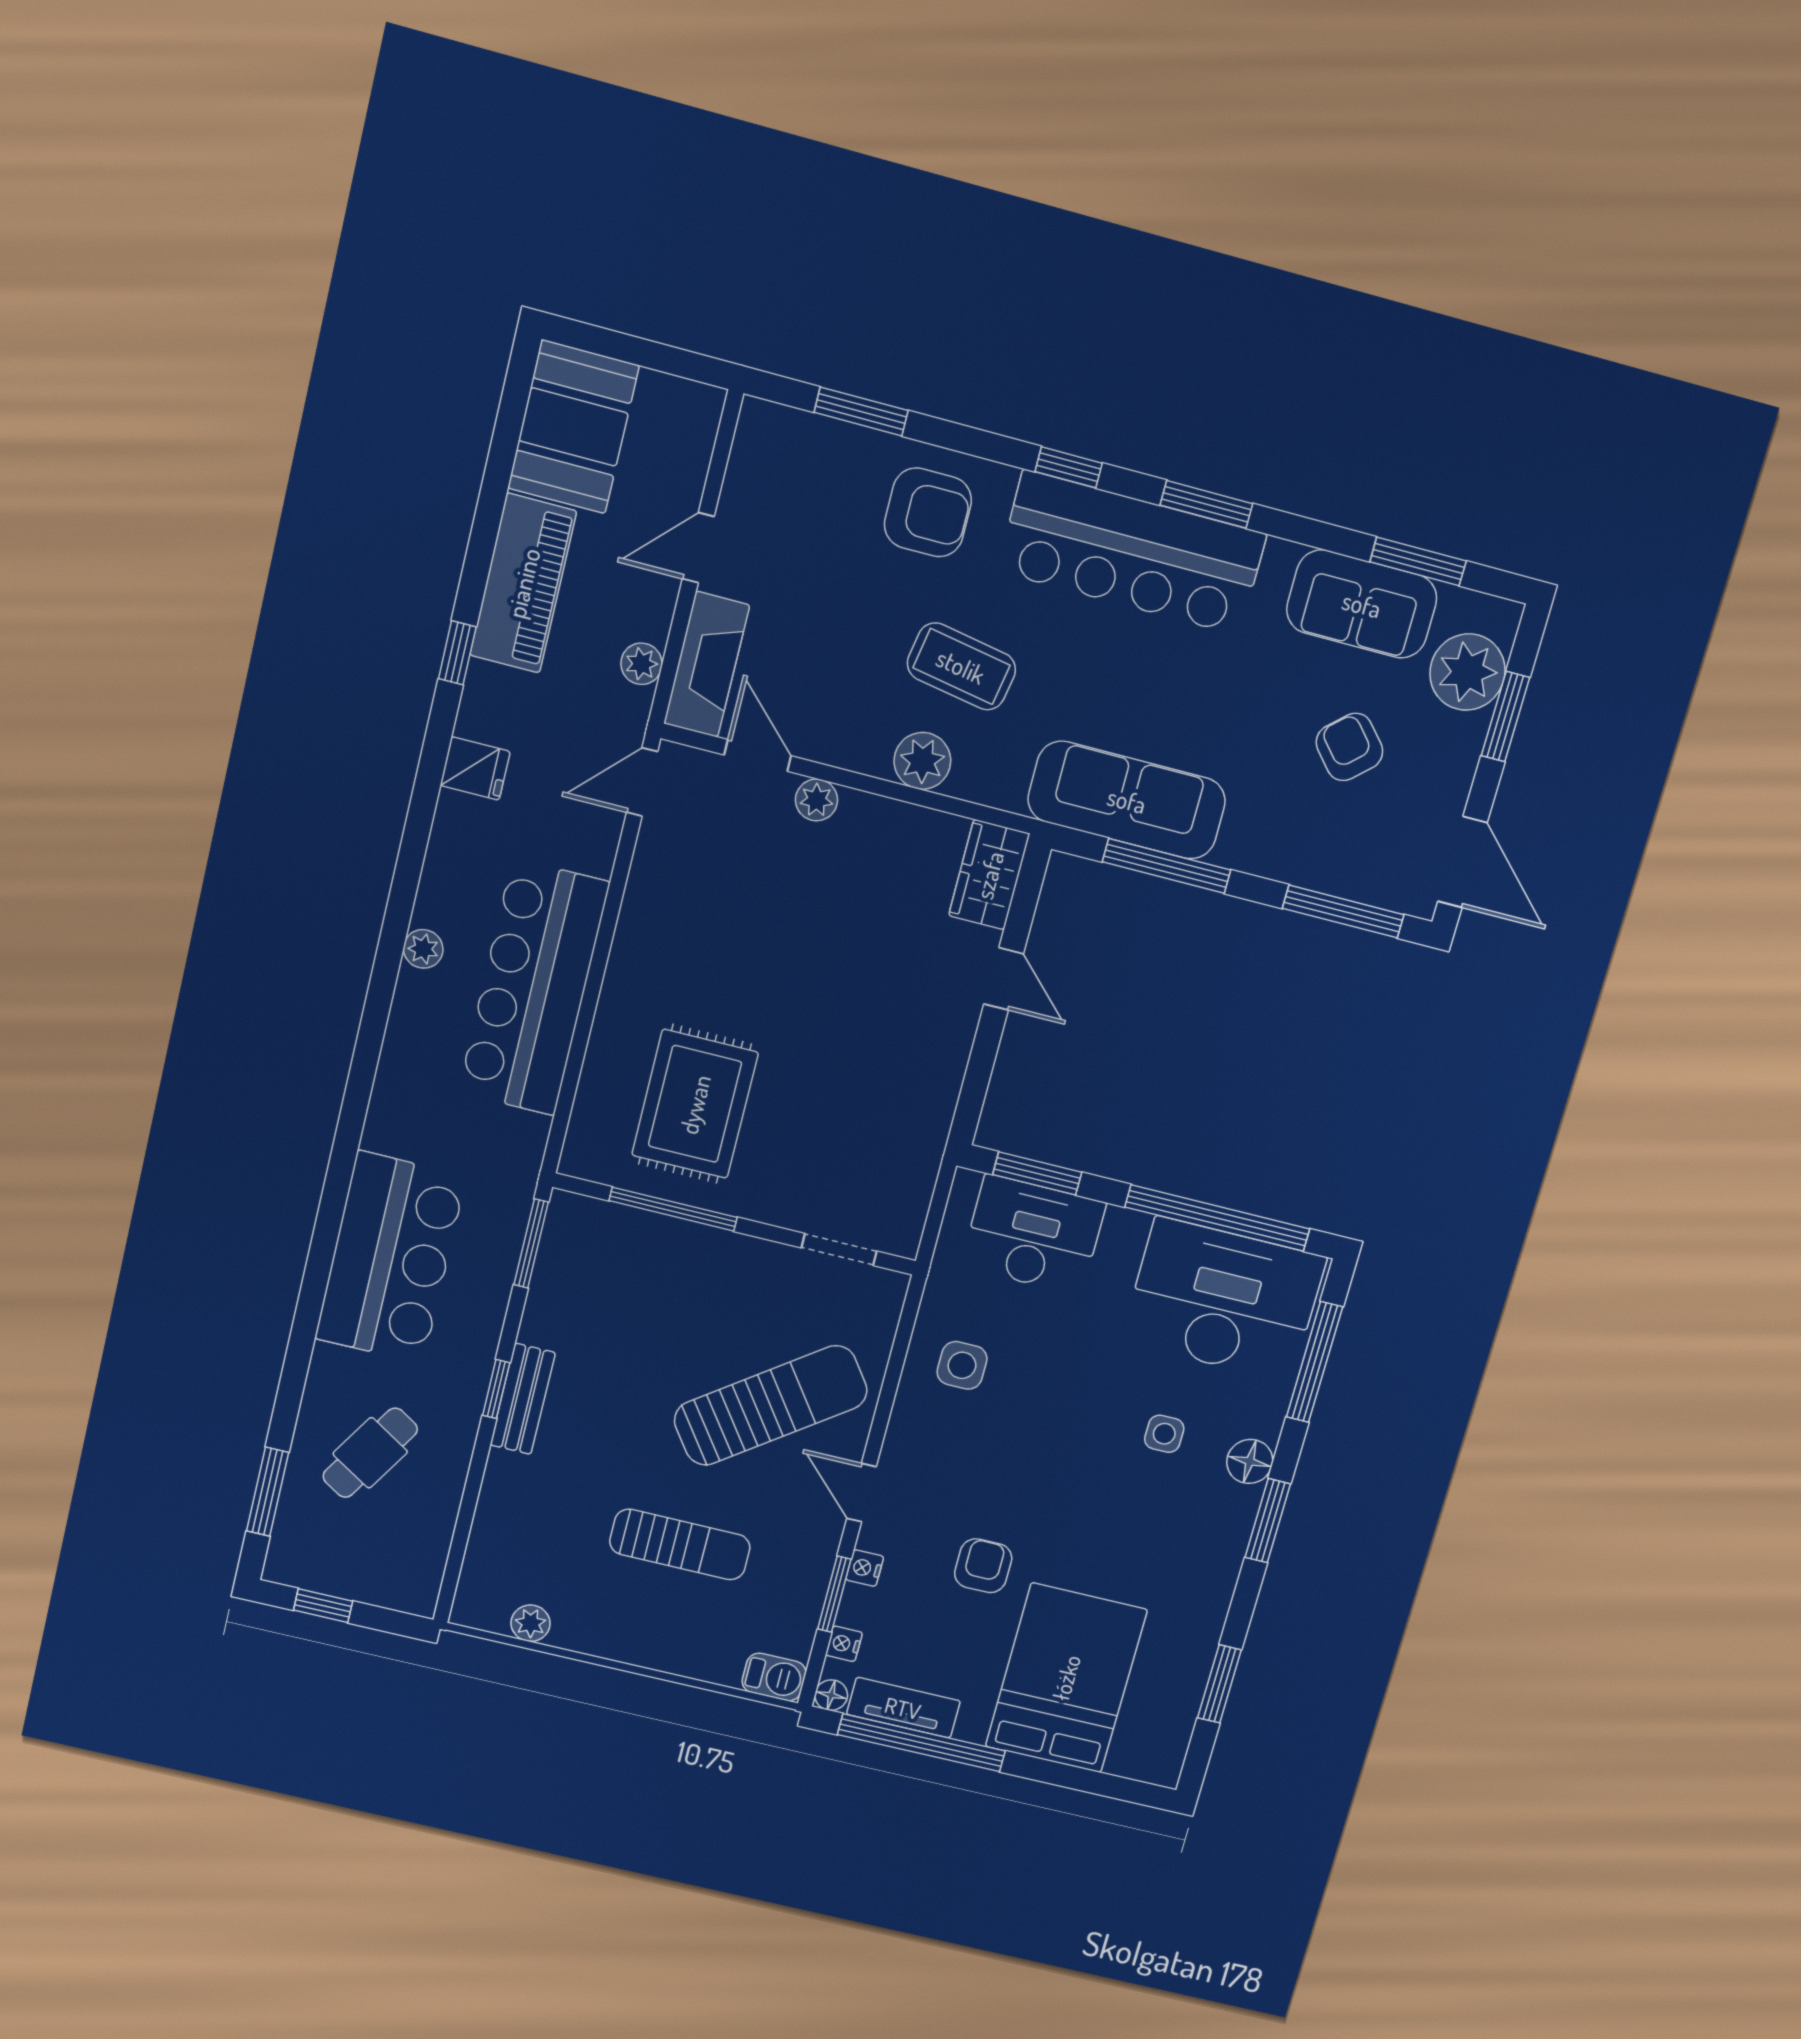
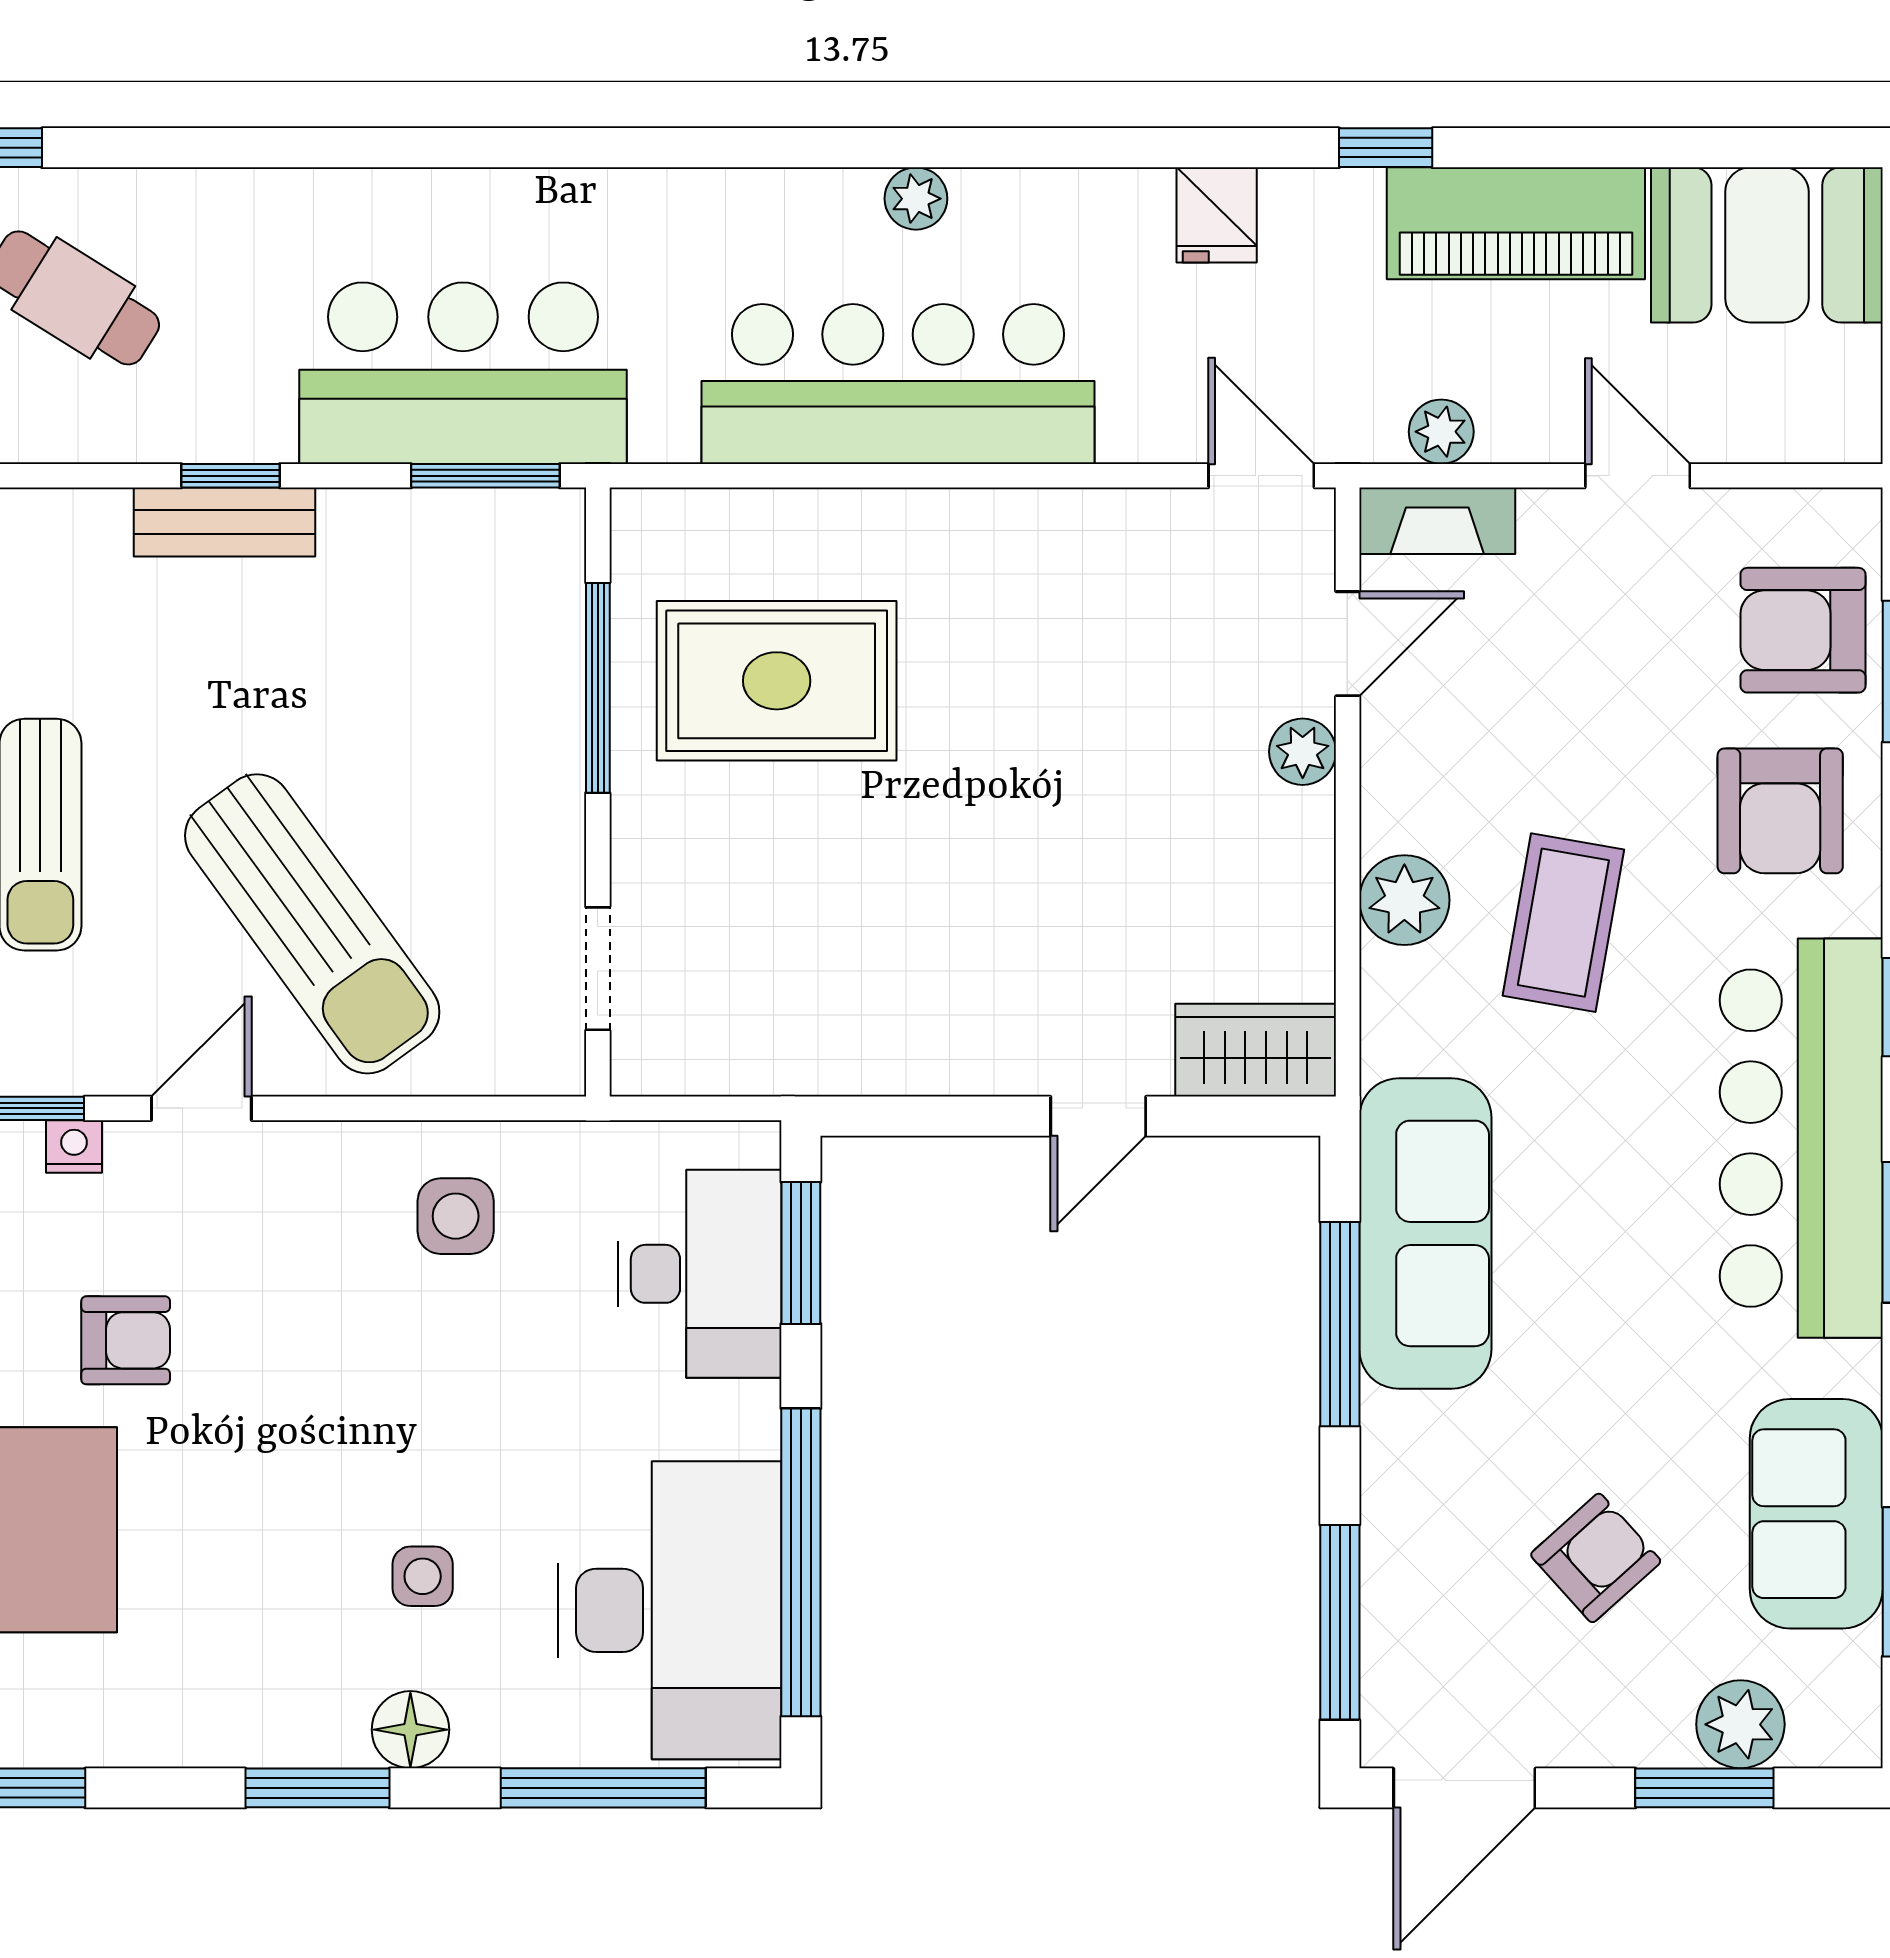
armchair: (820, 468) -> (1803, 630), added
fireplace: (707, 664) -> (1437, 521), width x0.73, depth x0.76
plant: (1467, 672) -> (1740, 1724), width x0.73, depth x0.73
bar counter: (390, 1258) -> (463, 373), moved, turned 180

